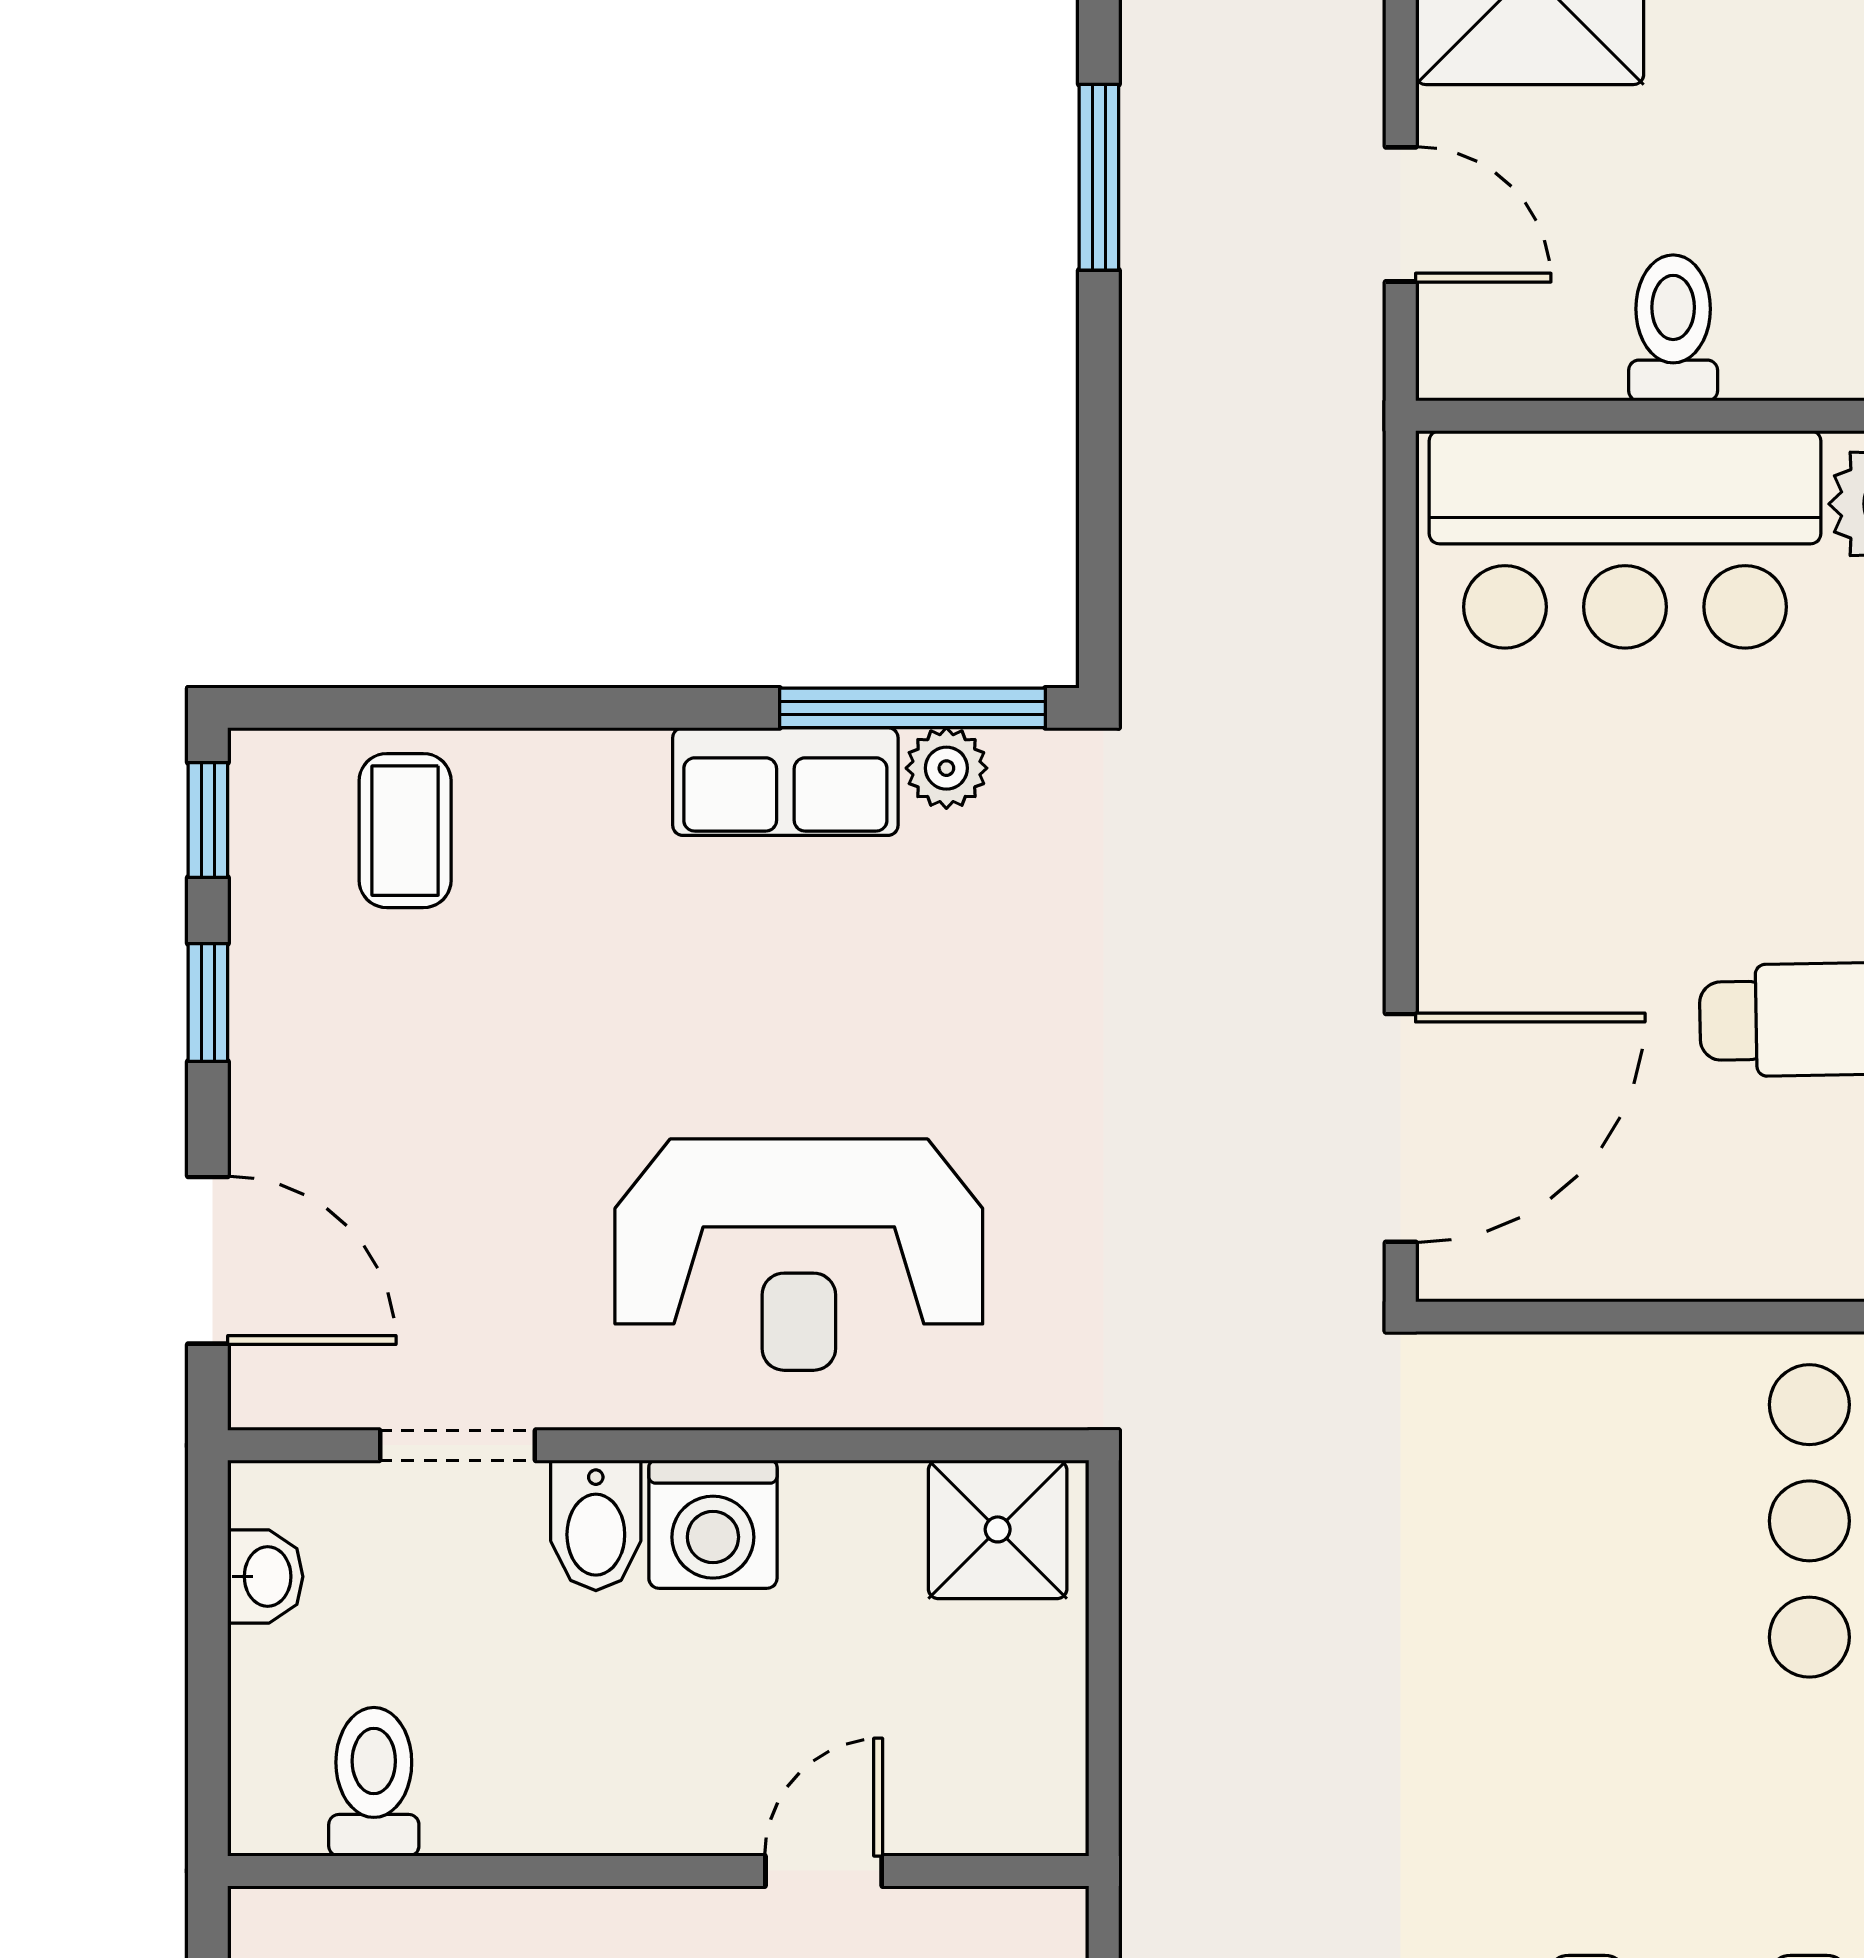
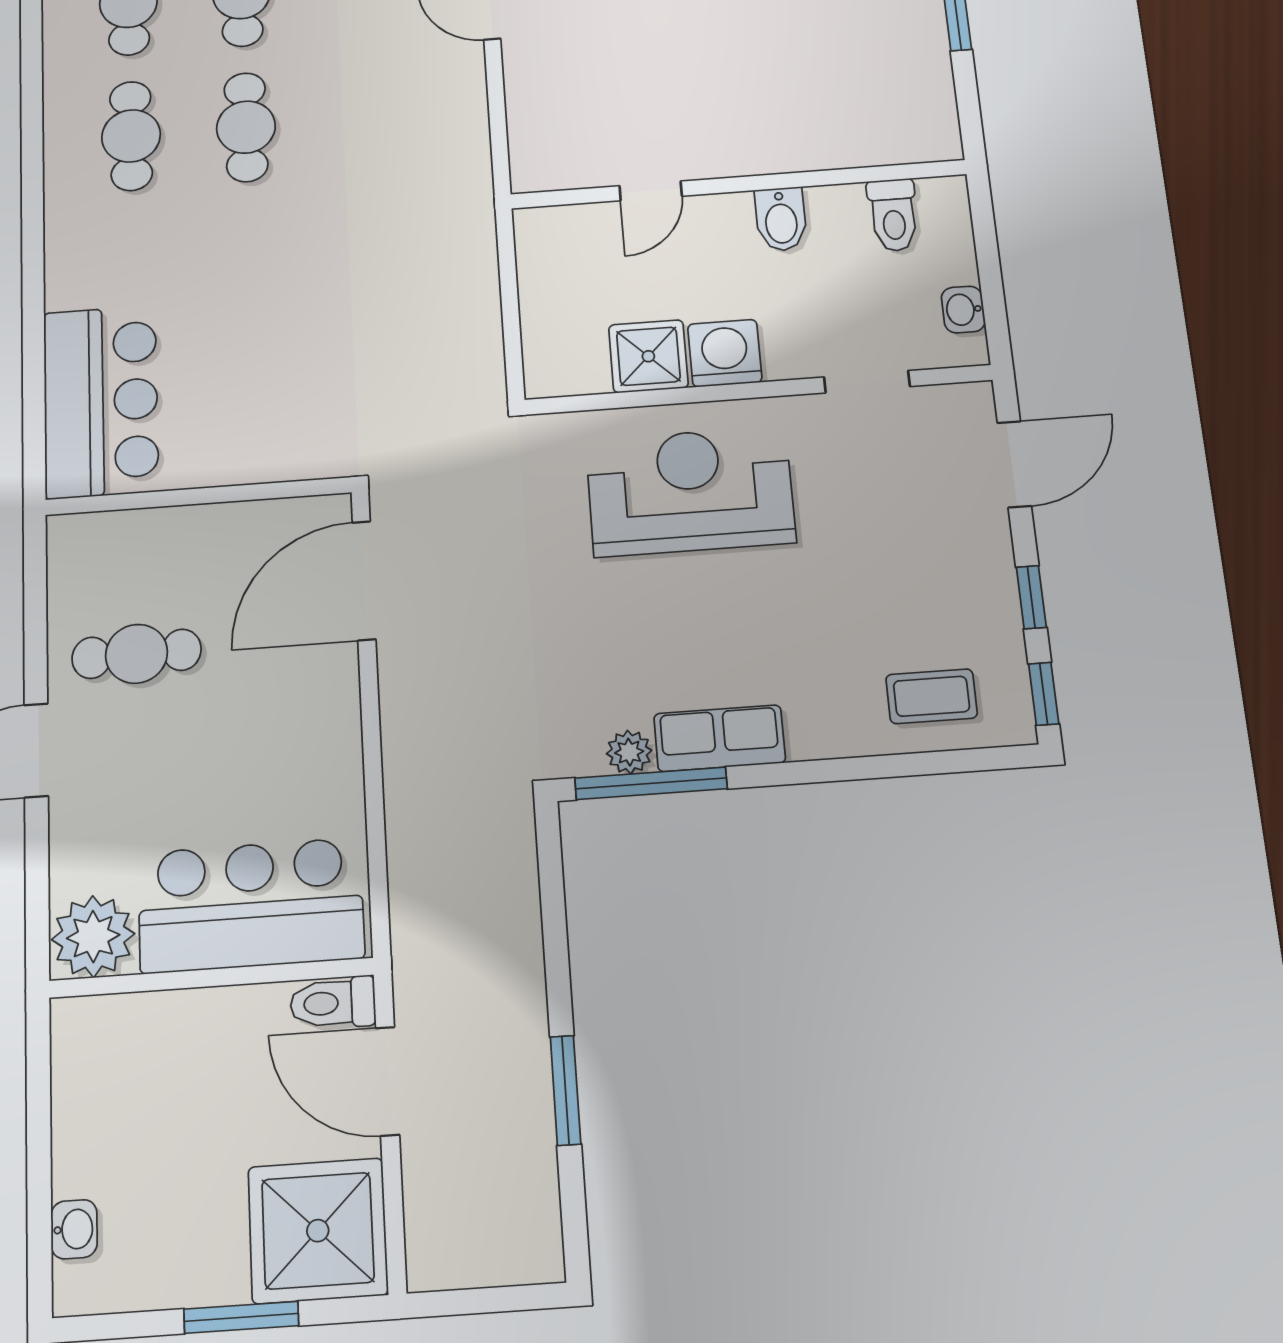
door: (1401, 214) -> (388, 1081), width x1.38
toilet: (1673, 328) -> (333, 1003), moved, turned 90
coffee table: (405, 831) -> (932, 696), turned 90
door: (208, 1260) -> (1014, 464), swing flipped
bidet: (596, 1525) -> (781, 219), moved, turned 180
shower: (998, 1529) -> (648, 356), moved

